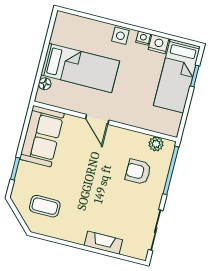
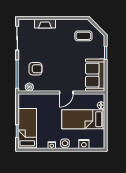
nightstand: (159, 44) -> (84, 144), moved
door: (97, 119) -> (66, 93), swing flipped

